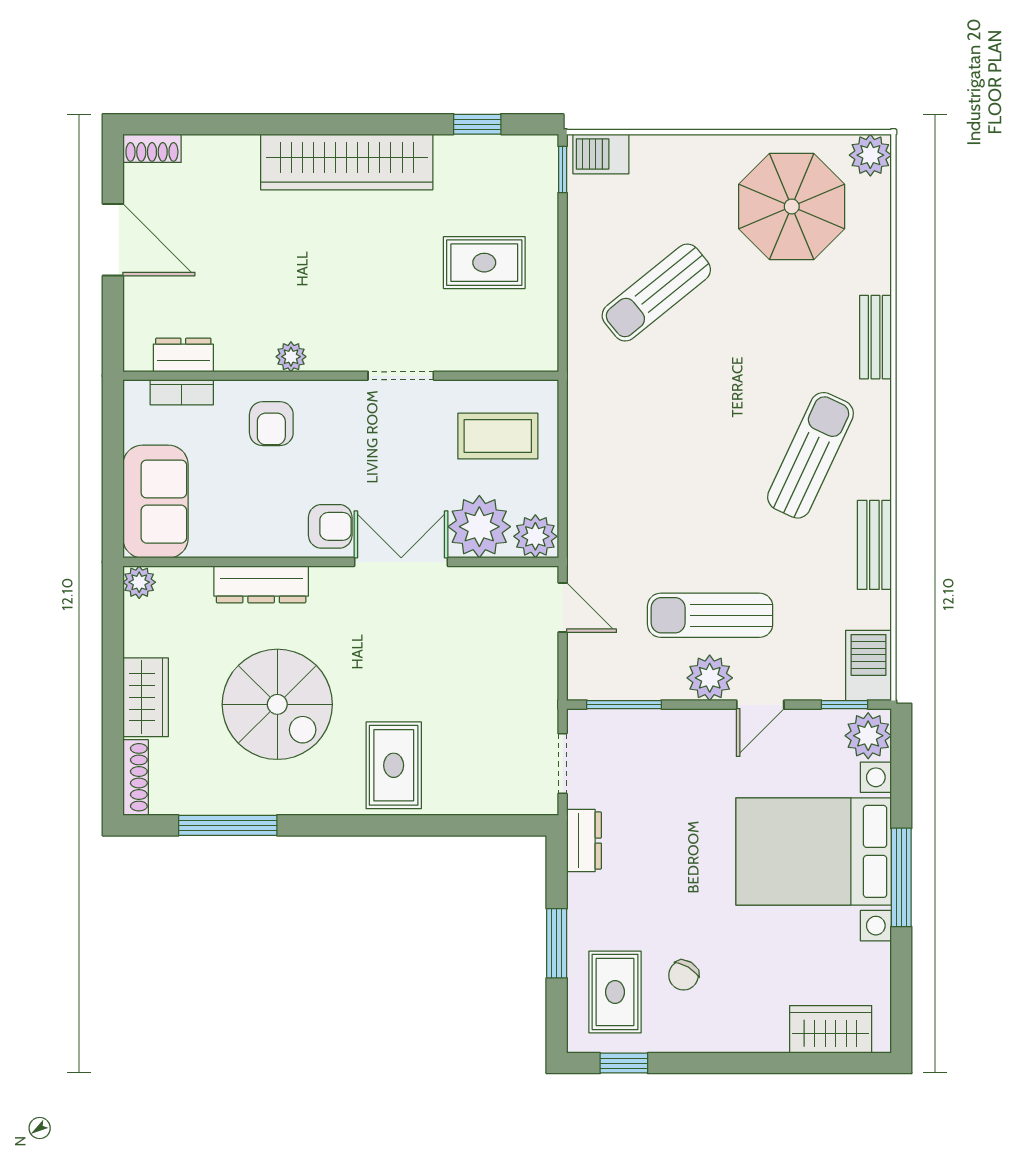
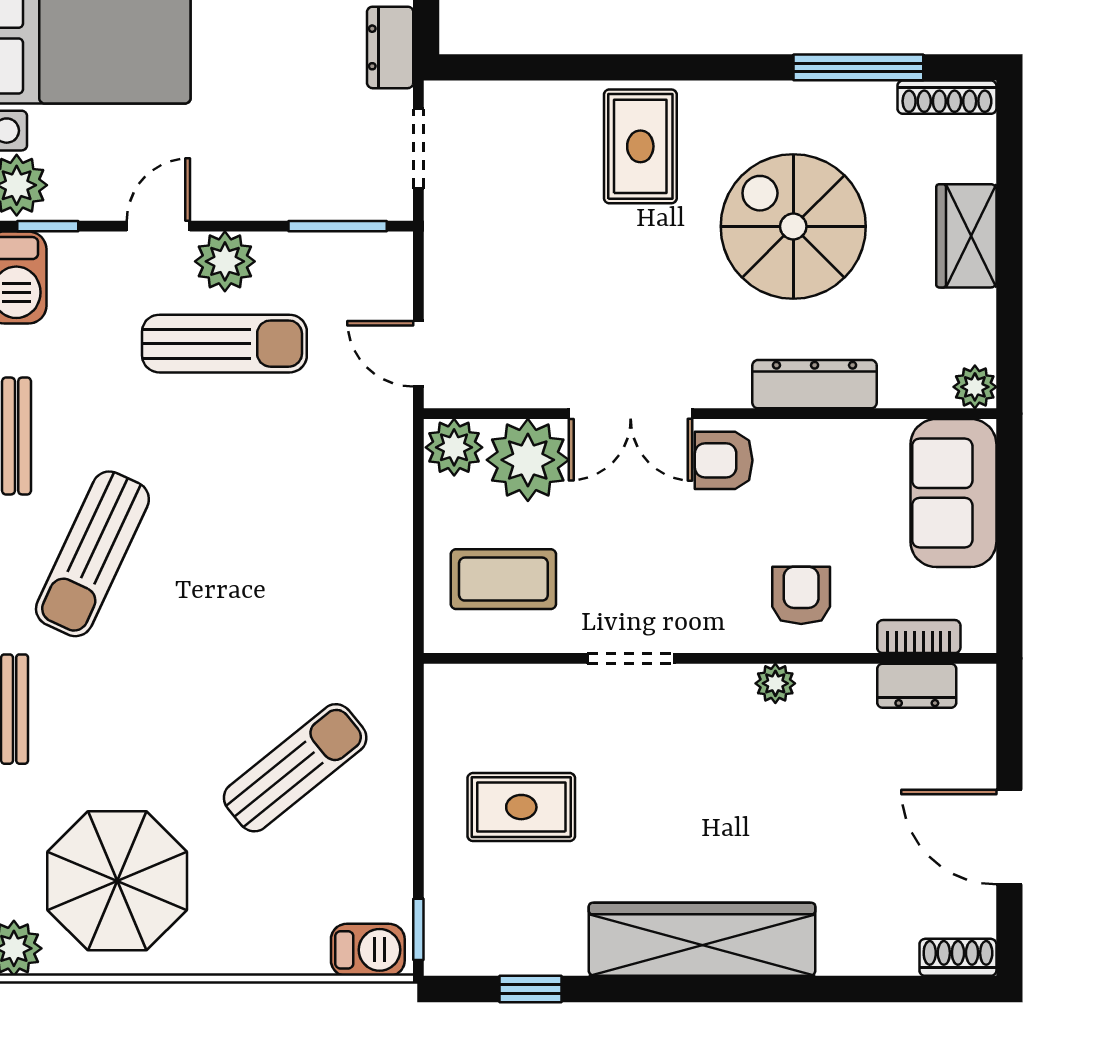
shoe rack: (136, 777) -> (947, 97), moved, turned -90

